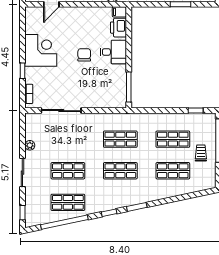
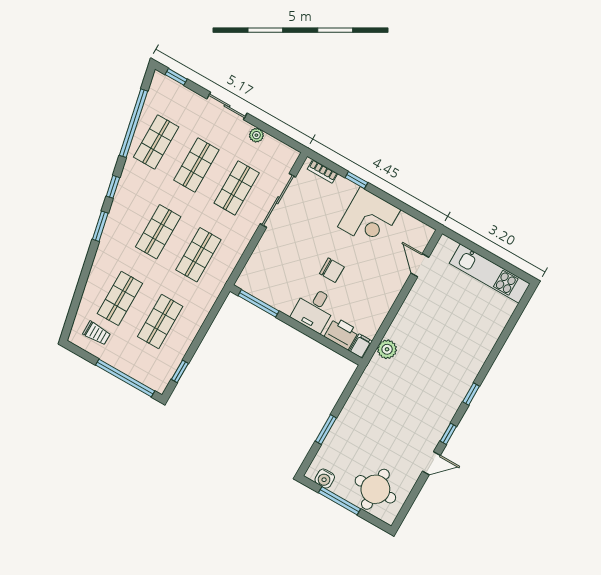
shop shelf: (68, 139) -> (237, 188), added
trolley: (201, 153) -> (97, 333), moved

